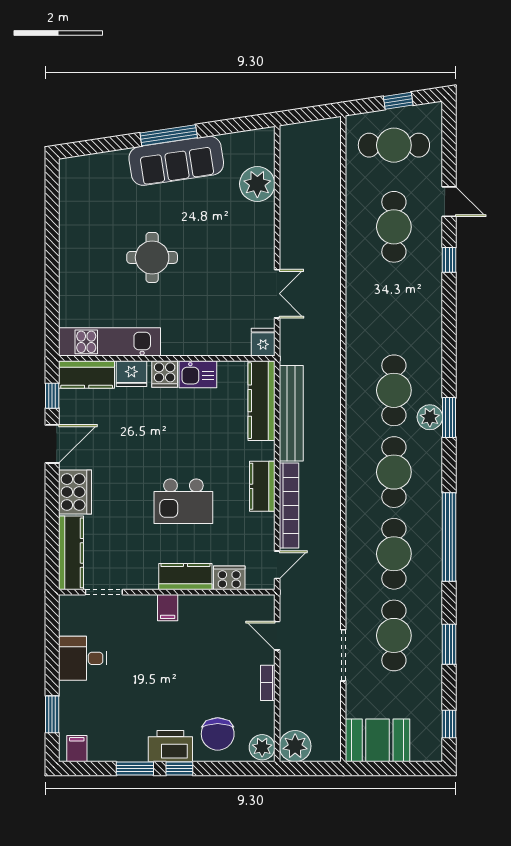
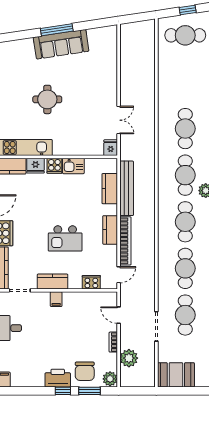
plant: (257, 184) -> (107, 57), removed
cafe table: (394, 227) -> (185, 129), moved
kitchen counter: (262, 401) -> (110, 189), width x0.67
kitchen counter: (185, 577) -> (53, 281), moved
plant: (295, 746) -> (129, 358), moved
window: (135, 769) -> (90, 391), moved

